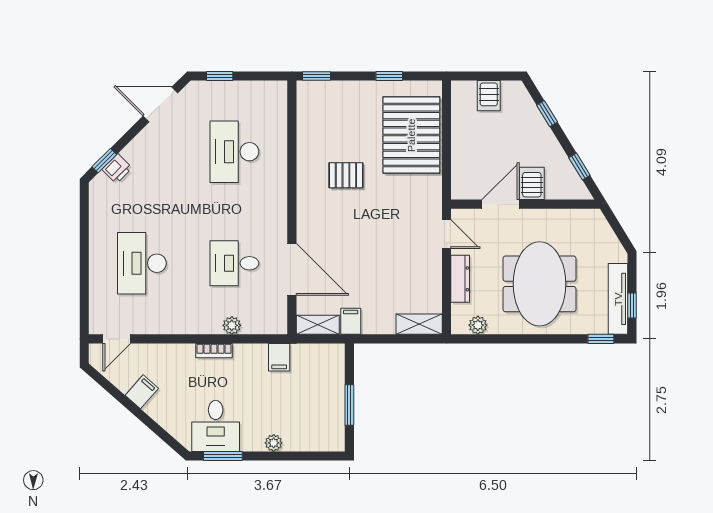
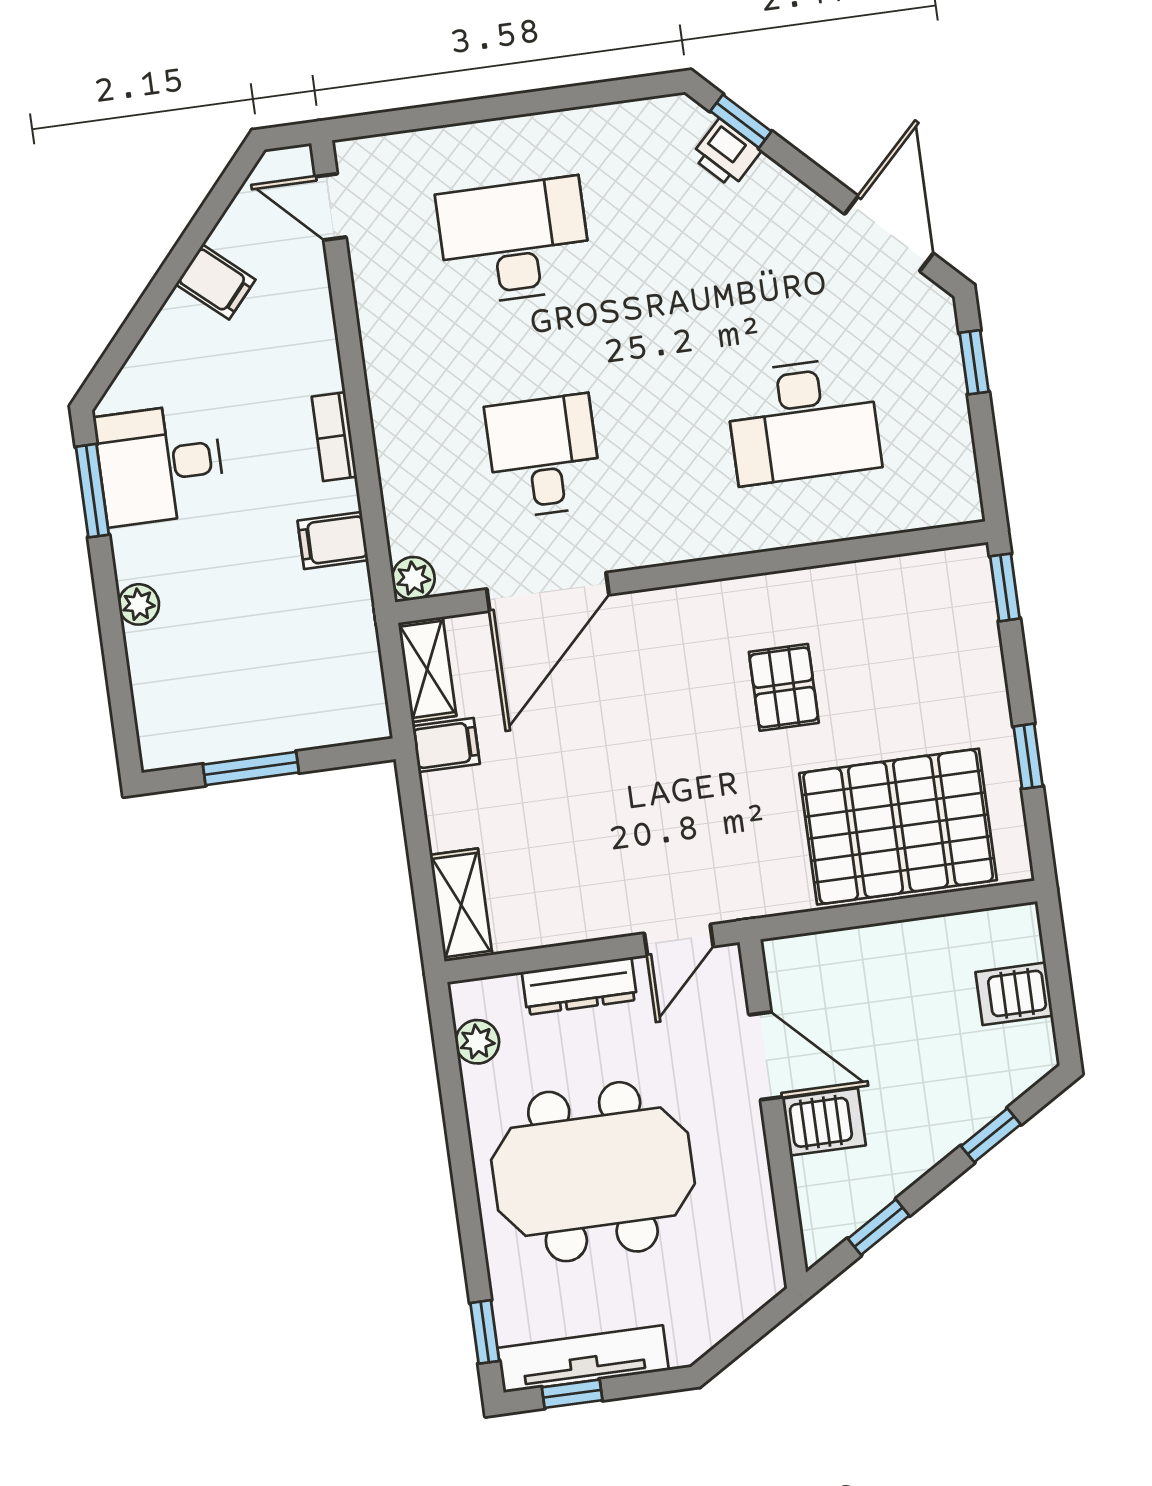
desk: (234, 152) -> (803, 421), turned 180
plant: (232, 325) -> (413, 578), moved
filing cabinet: (279, 357) -> (333, 540), moved

